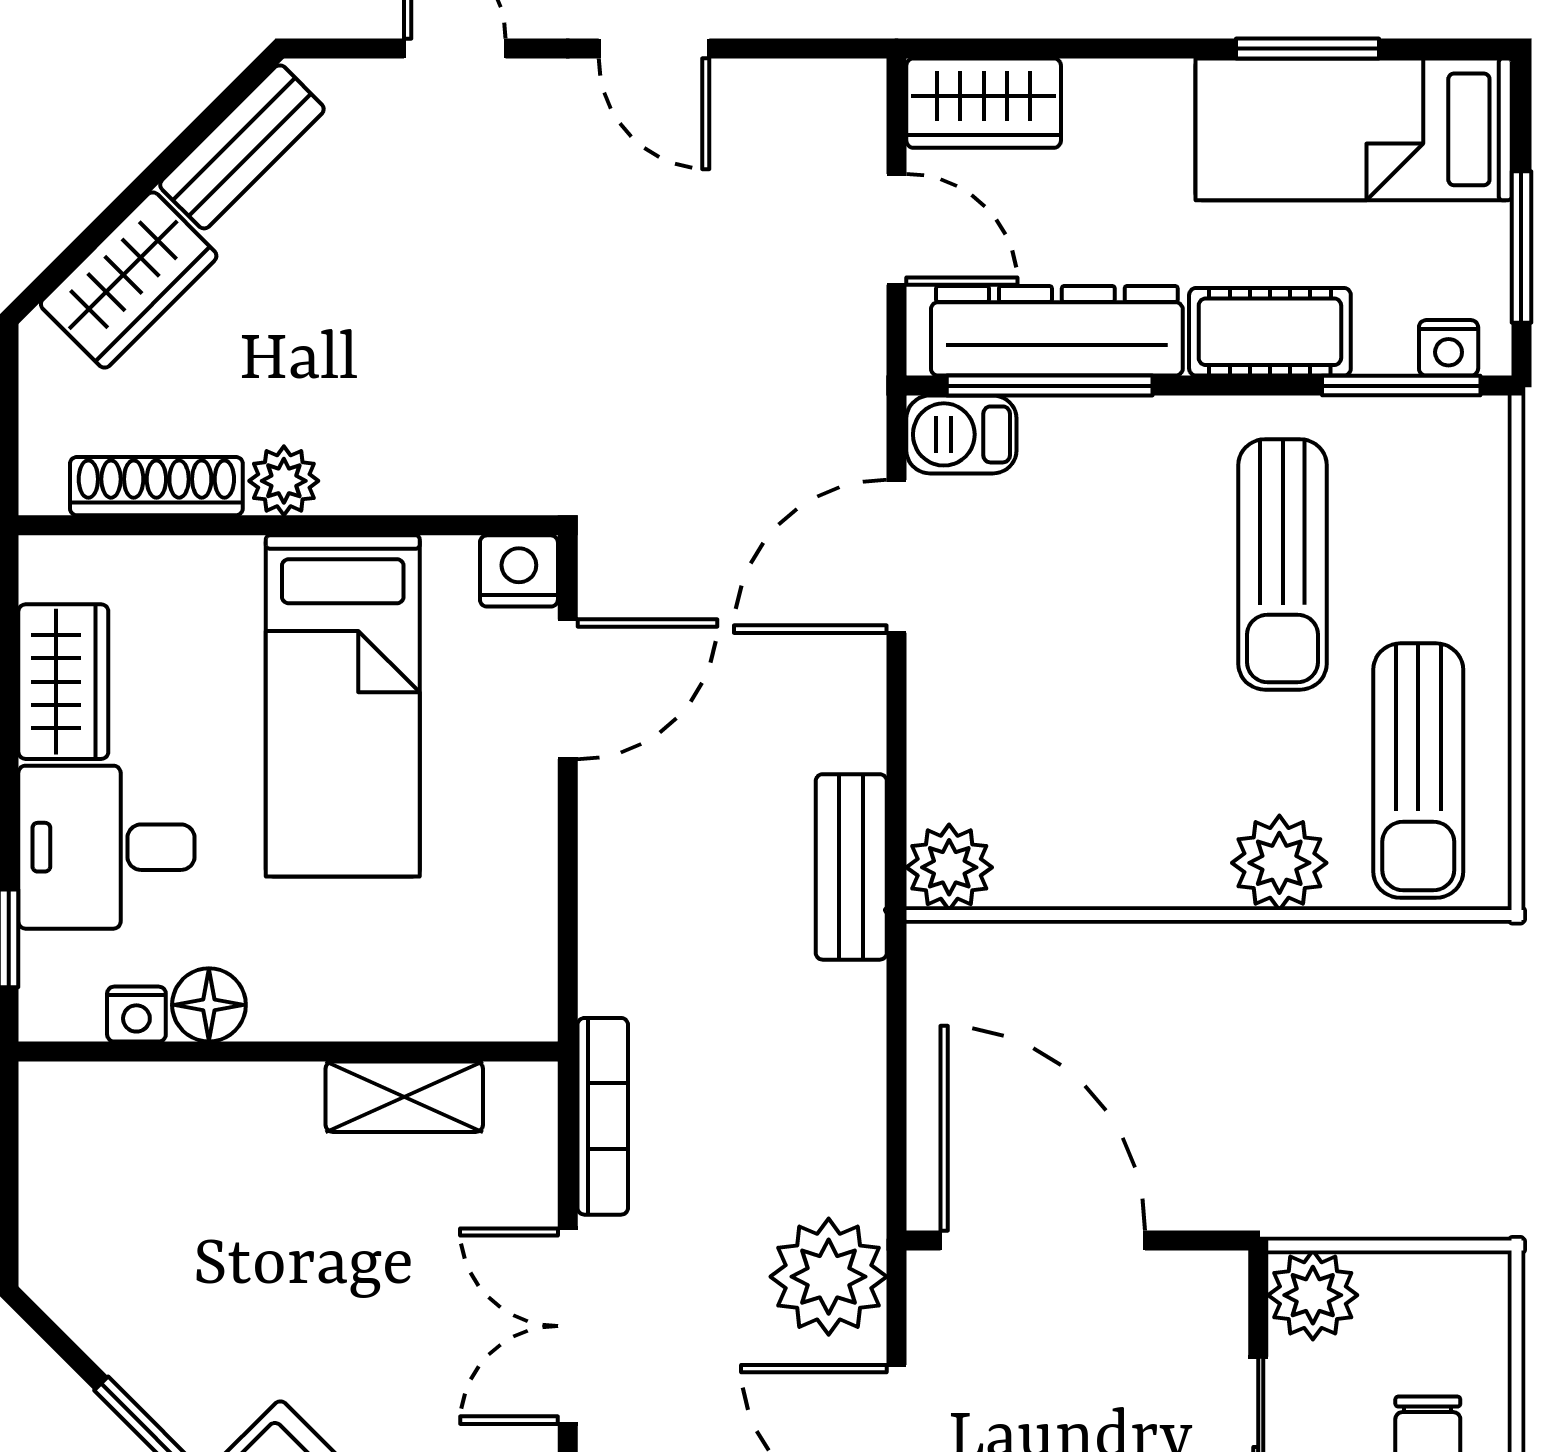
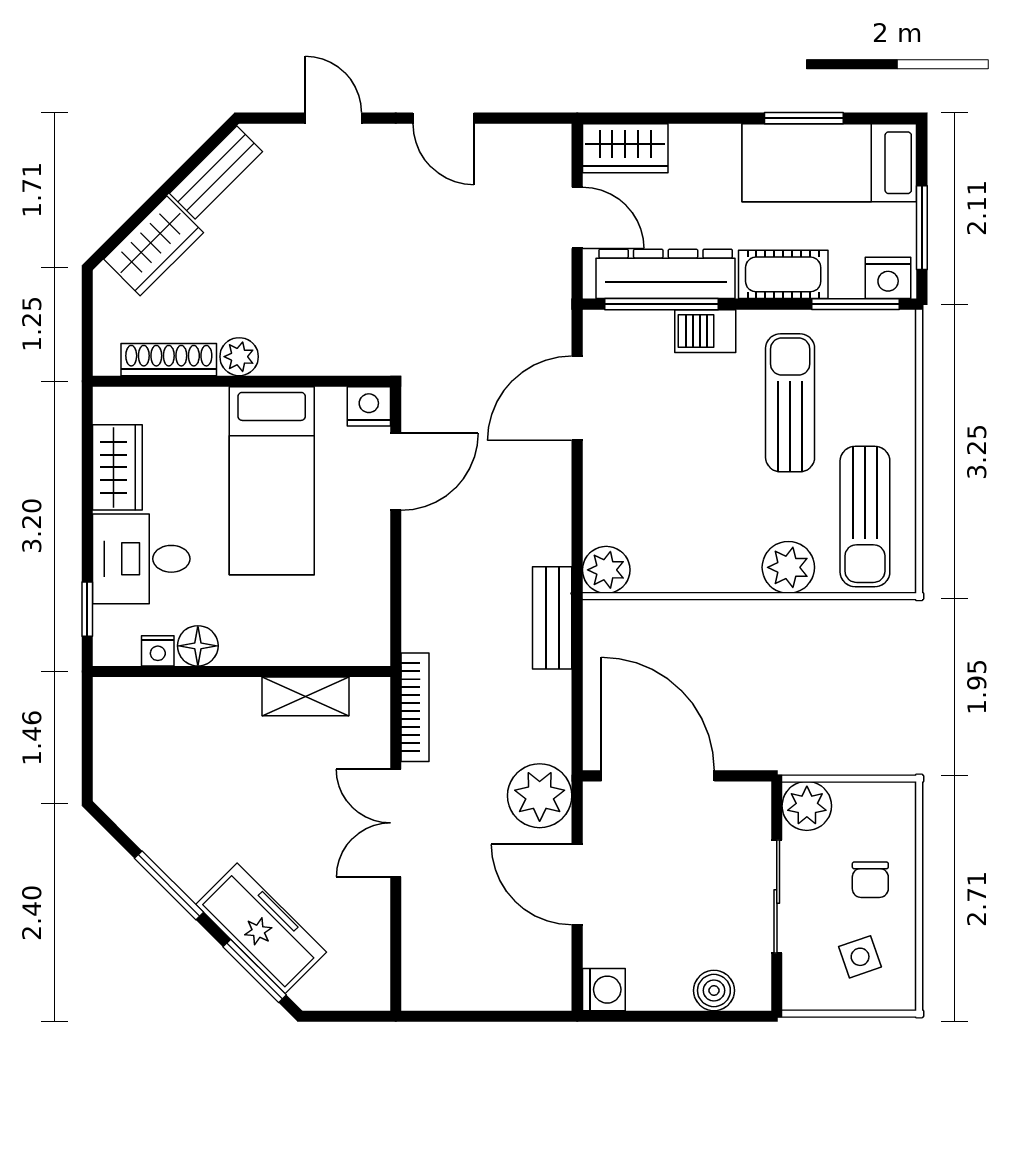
nightstand: (1449, 348) -> (888, 278), width x1.39, depth x1.35
barbecue: (961, 434) -> (705, 331), moved
sun lounger: (1283, 564) -> (790, 403), turned 180
bench: (851, 867) -> (552, 618), moved

